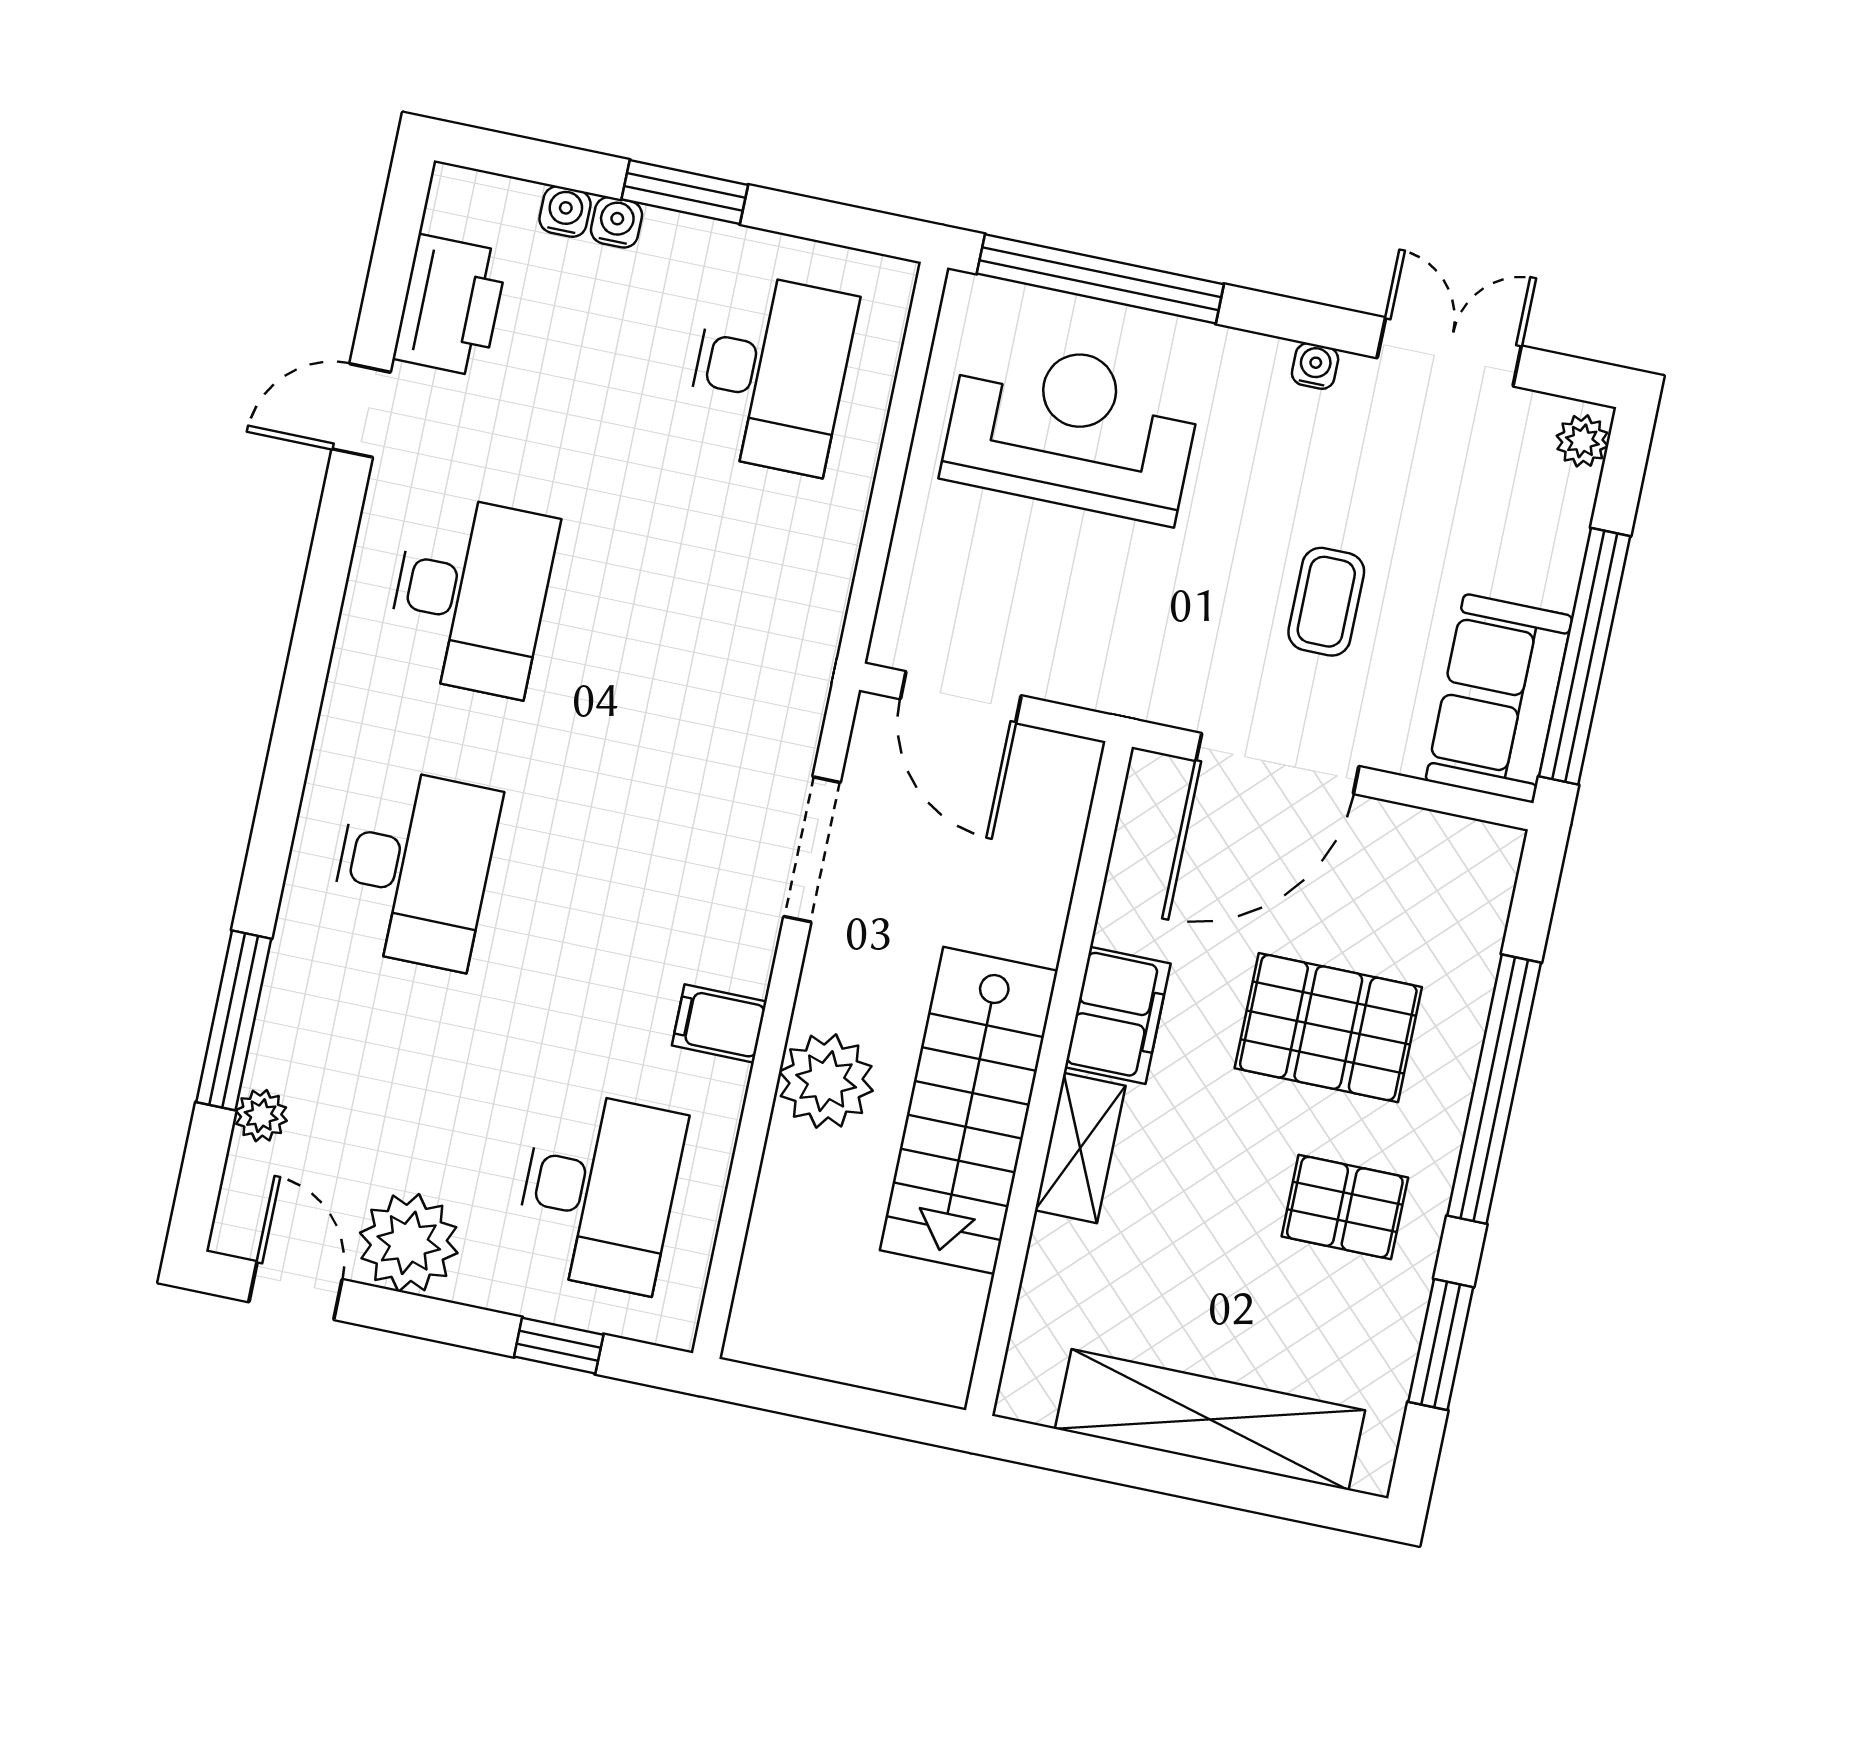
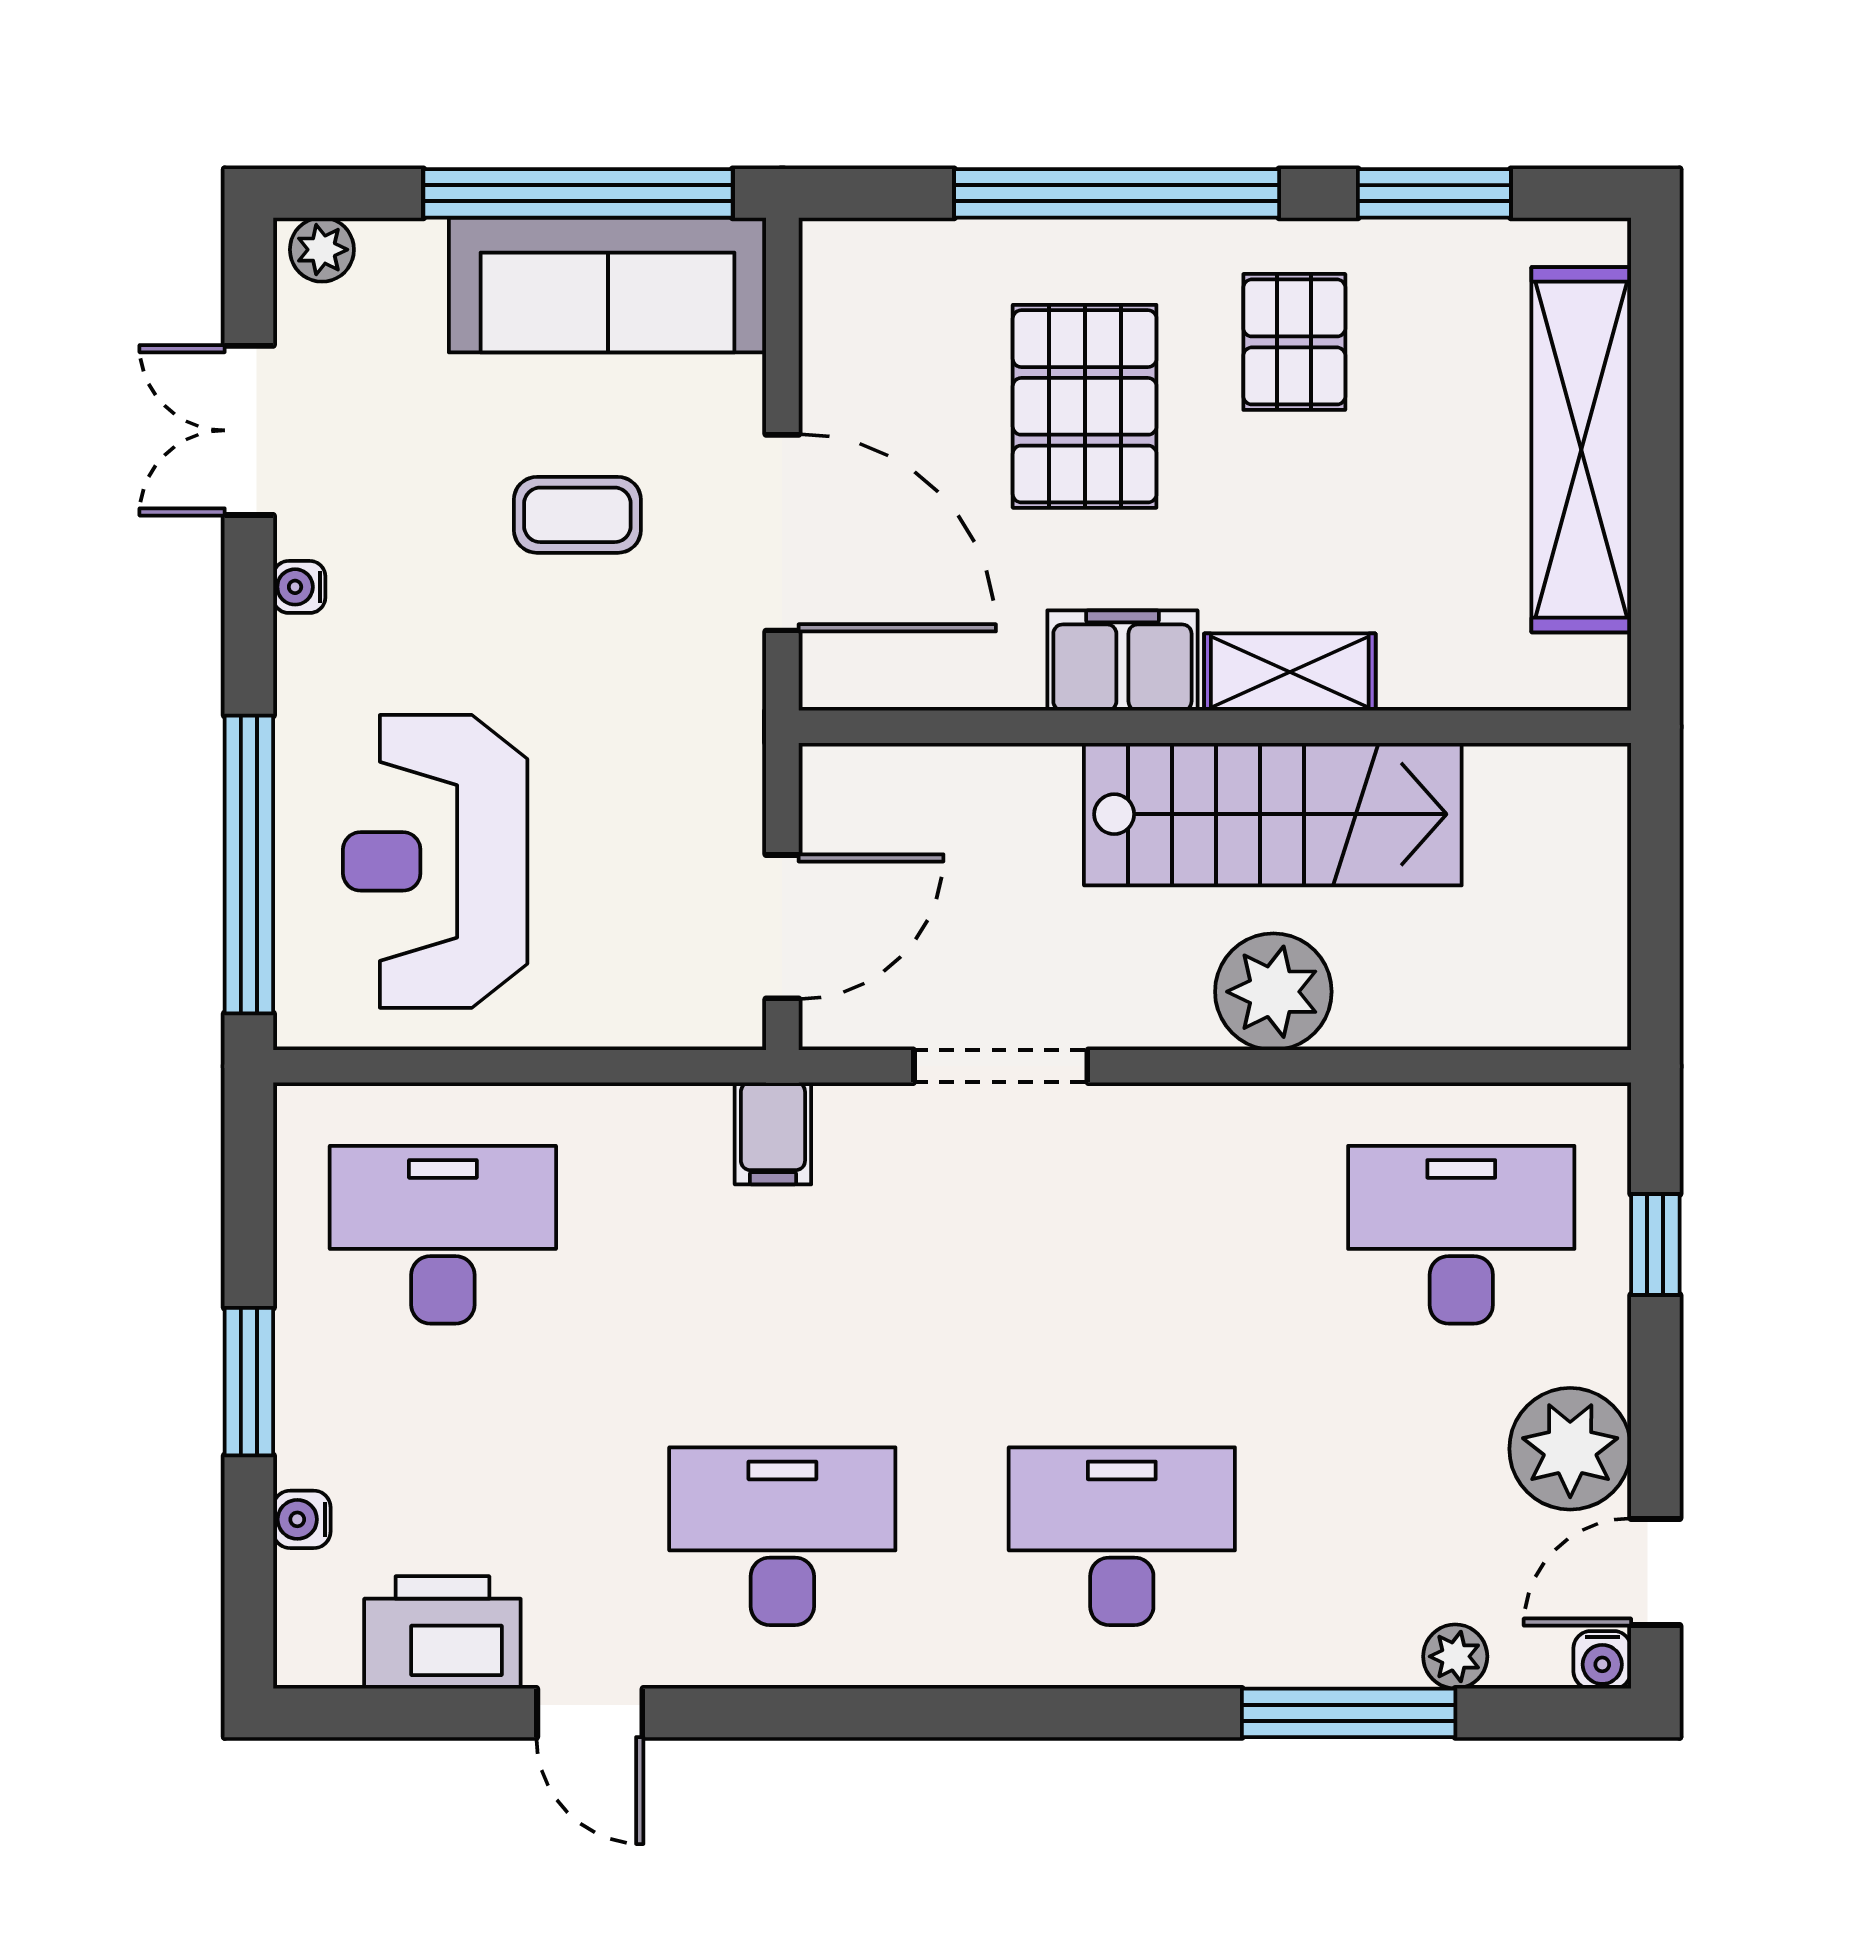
water cooler: (617, 222) -> (1602, 1660), moved, turned -90
sofa: (1499, 698) -> (608, 285), width x1.36
filing cabinet: (719, 1024) -> (773, 1133), moved

